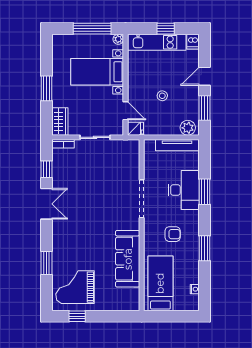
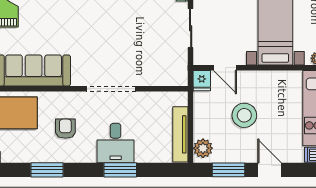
stool: (162, 96) -> (244, 115), width x1.89, depth x1.89
door: (126, 111) -> (225, 68), hinge flipped
desk: (184, 190) -> (116, 143), width x0.73
armchair: (173, 234) -> (65, 129), turned 180

